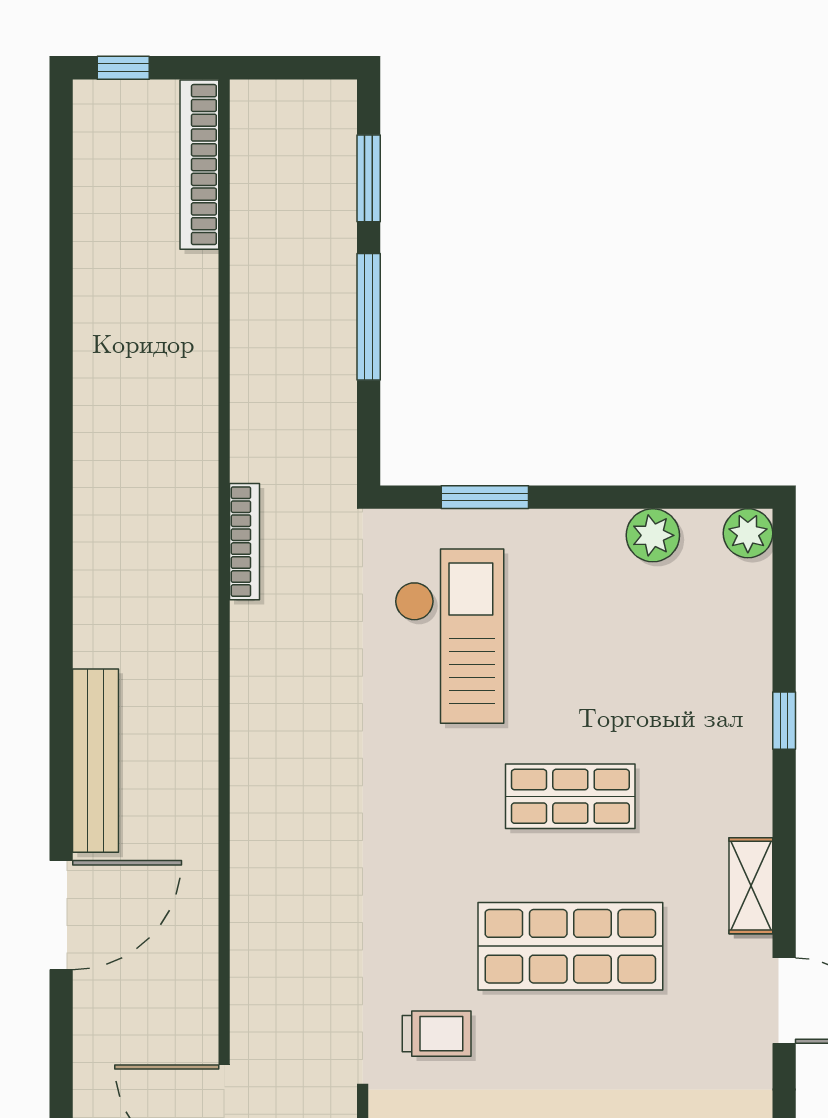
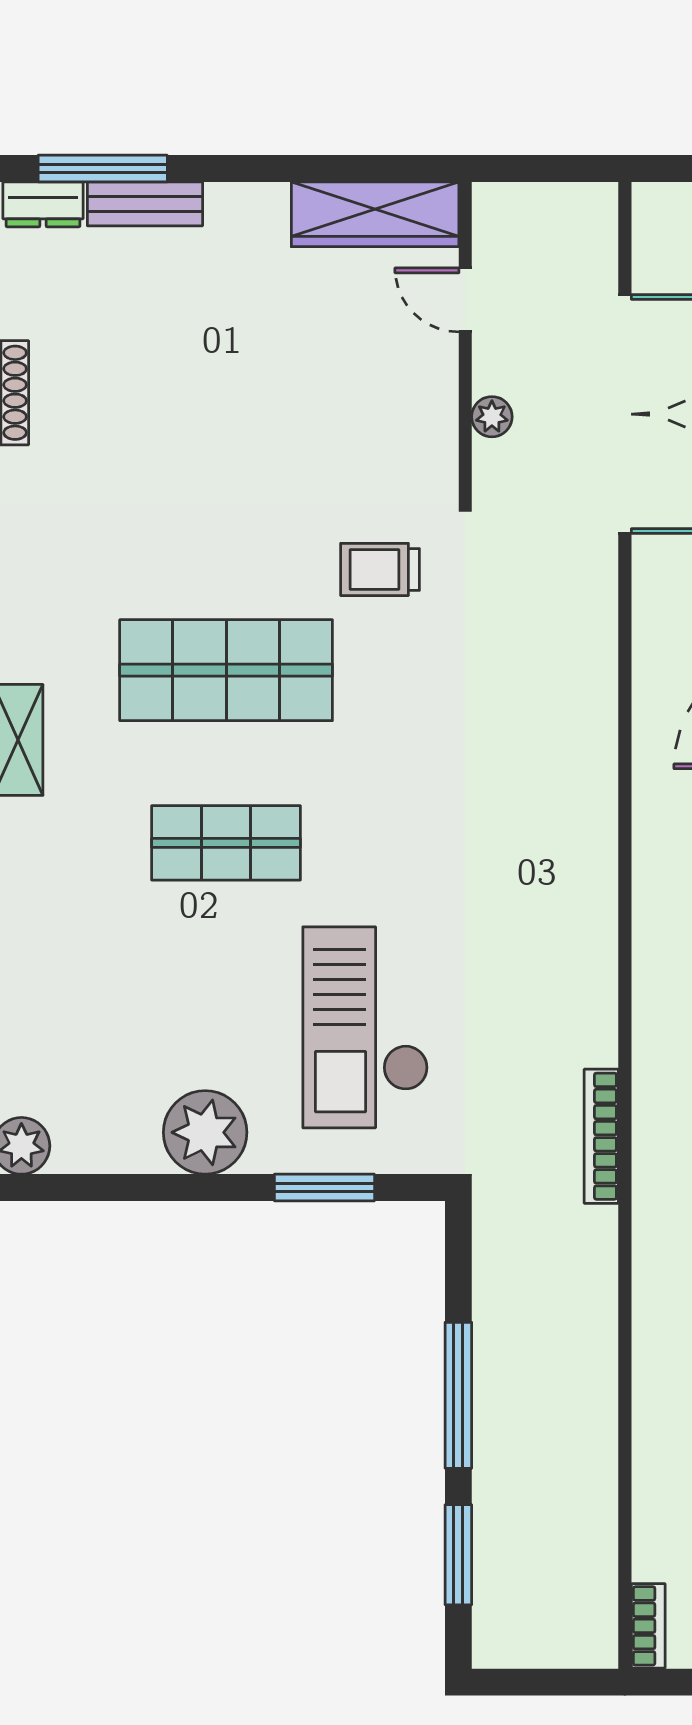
bookcase: (199, 165) -> (648, 1626), width x0.43, depth x0.76
plant: (653, 535) -> (205, 1132), moved, width x1.36, depth x1.36

